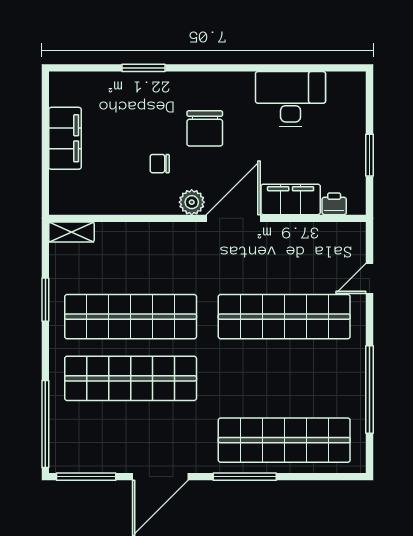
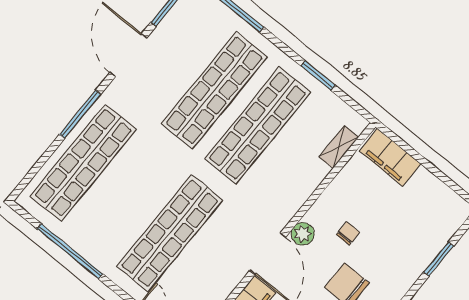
window: (143, 68) -> (439, 259), moved
filing cabinet: (65, 138) -> (390, 157), moved
shelving: (71, 232) -> (339, 147), moved

